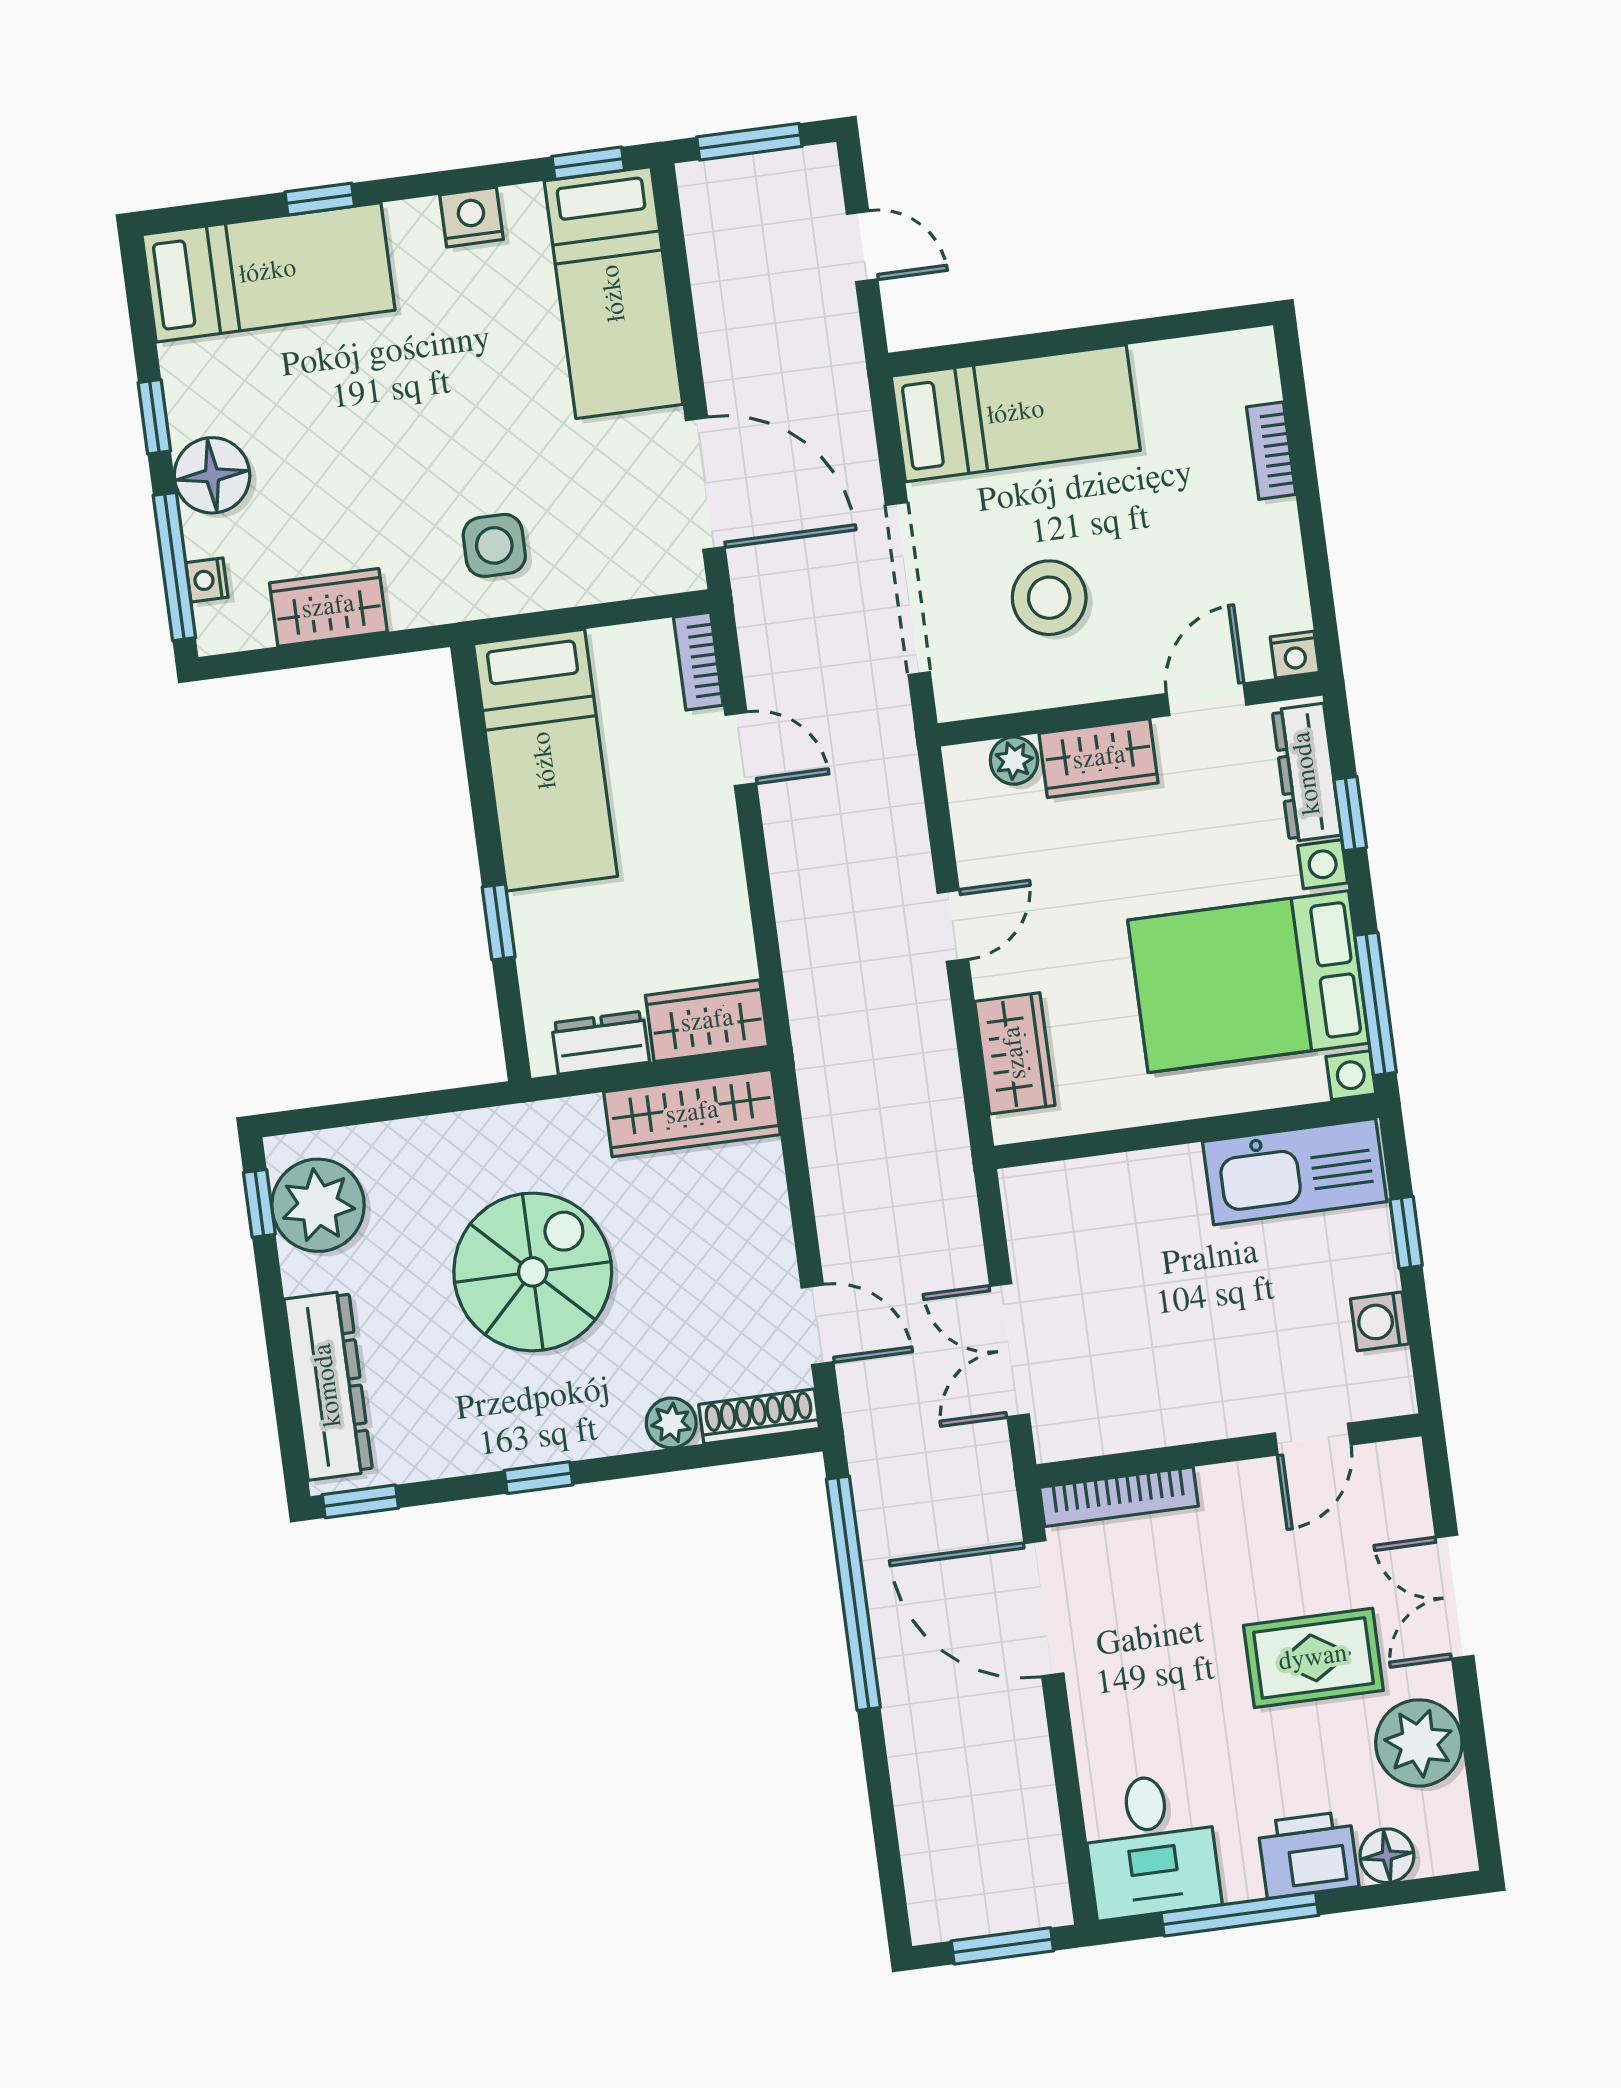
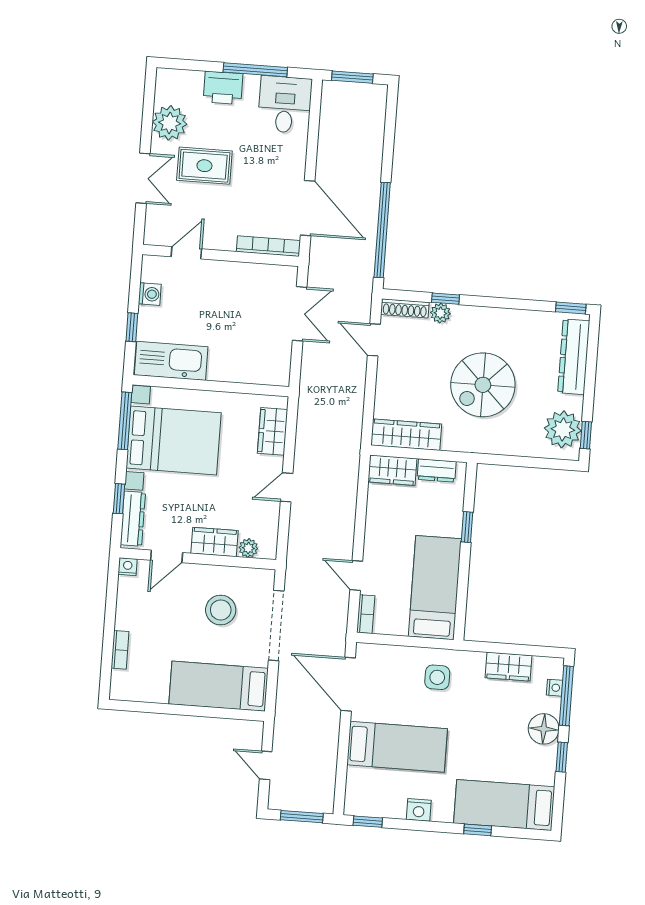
bed: (614, 293) -> (397, 747), moved, turned 90
window: (539, 1478) -> (446, 299), moved
floor lamp: (1387, 1856) -> (192, 81), removed

